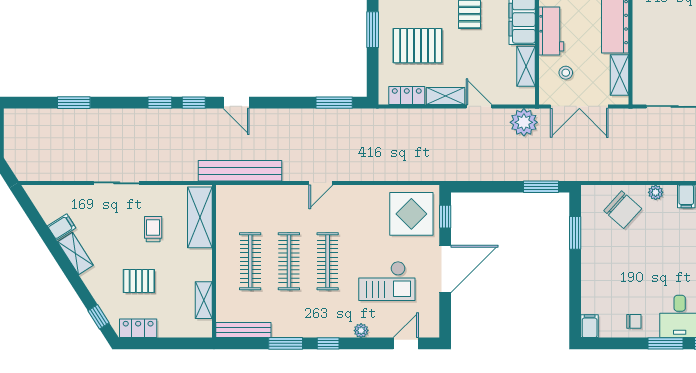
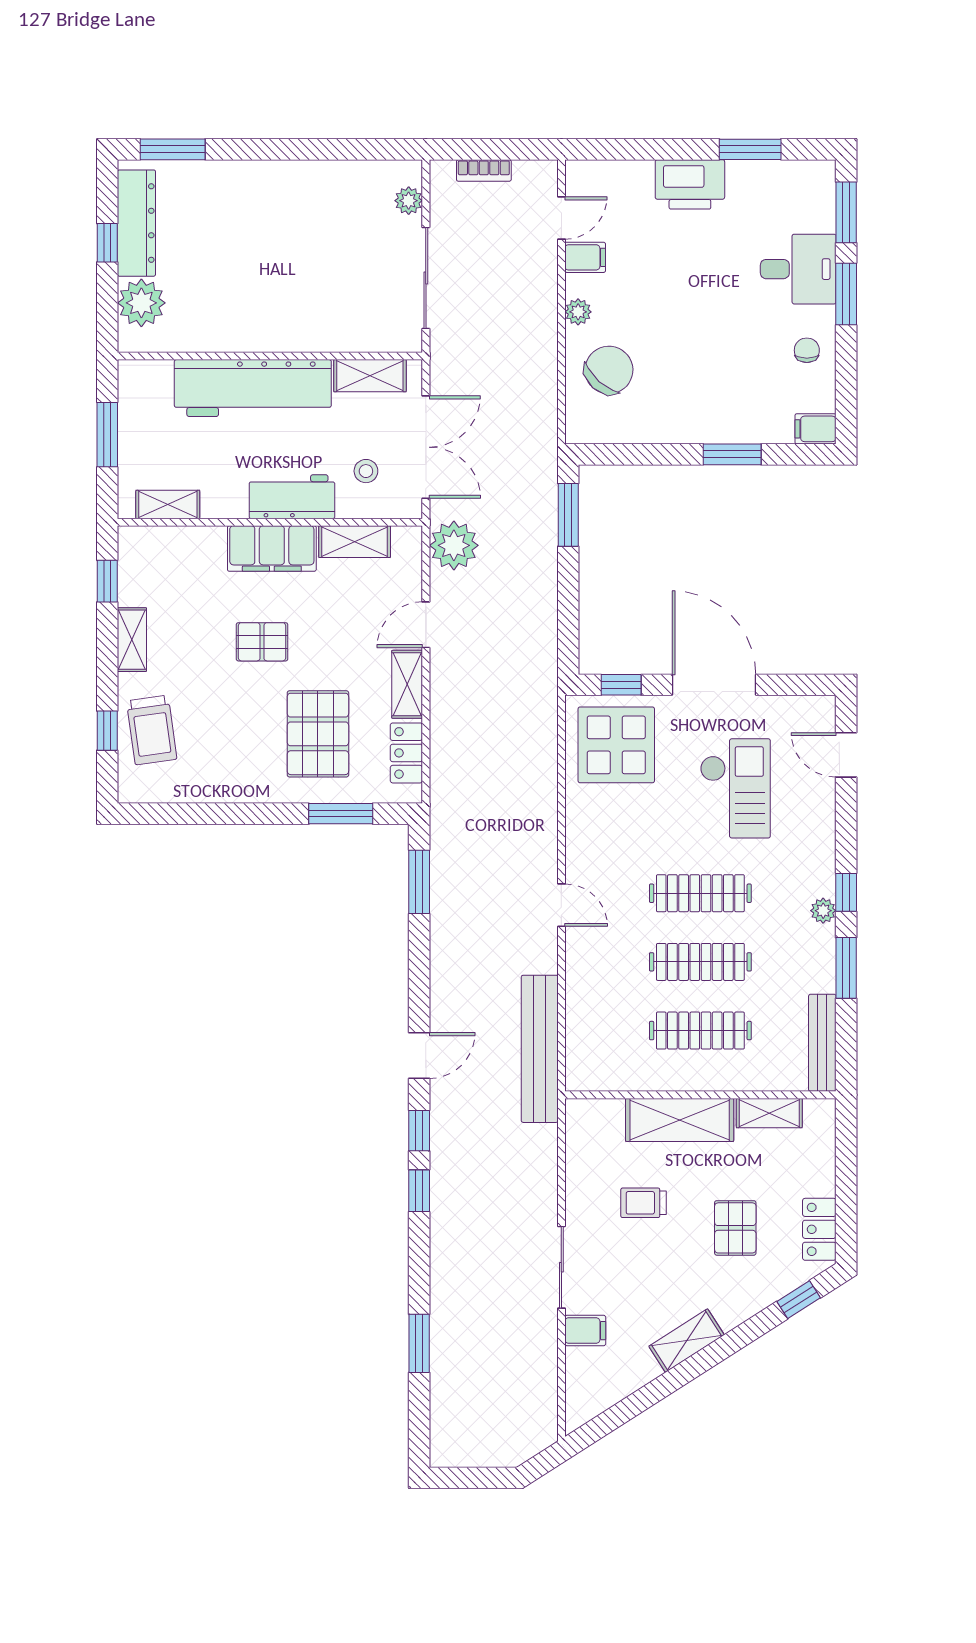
window: (373, 30) -> (341, 814), moved
shelving: (200, 217) -> (680, 1120), moved
filing cabinet: (62, 227) -> (585, 1331), moved, turned 123
window: (575, 233) -> (732, 454), moved
plant: (361, 331) -> (823, 911), moved

